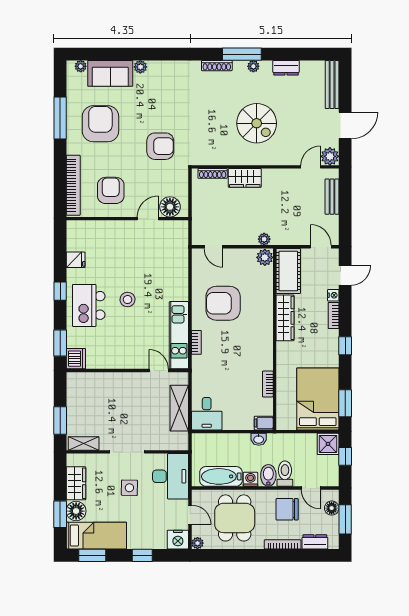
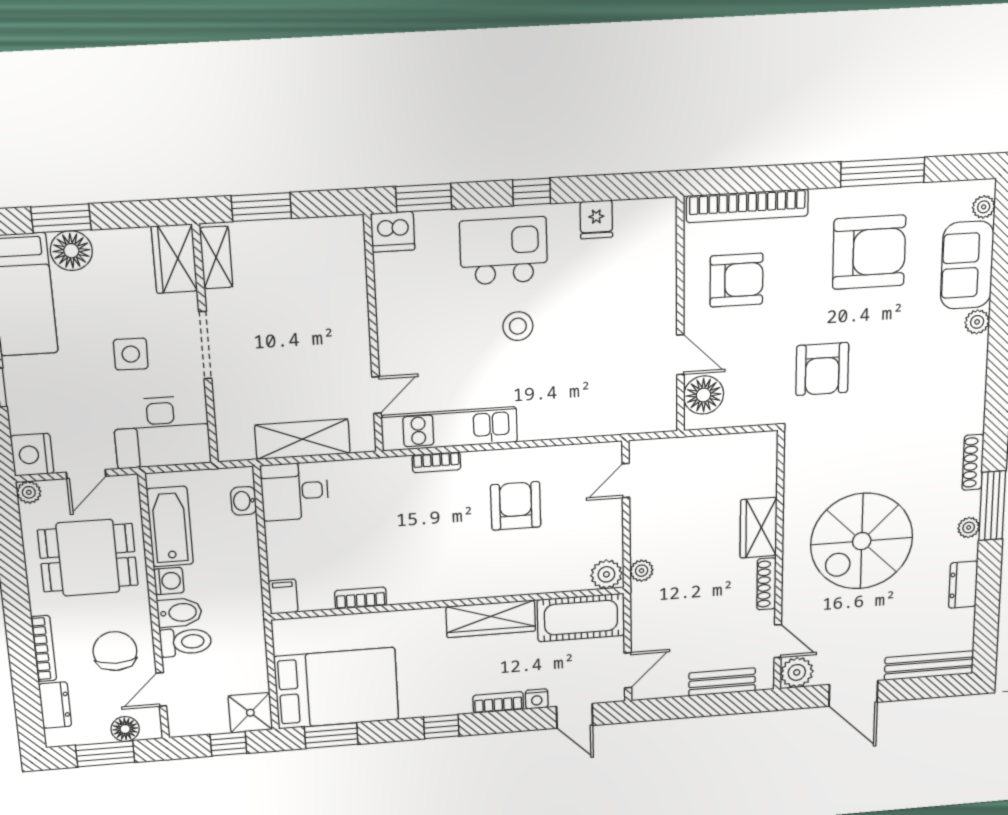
spiral stairs: (257, 123) -> (862, 541), width x1.37, depth x1.37
shoe rack: (213, 173) -> (766, 584), moved
armchair: (223, 303) -> (516, 506), width x0.73, depth x0.73
washbasin: (259, 439) -> (244, 501), moved
wardrobe: (76, 483) -> (174, 259), moved, turned 90

